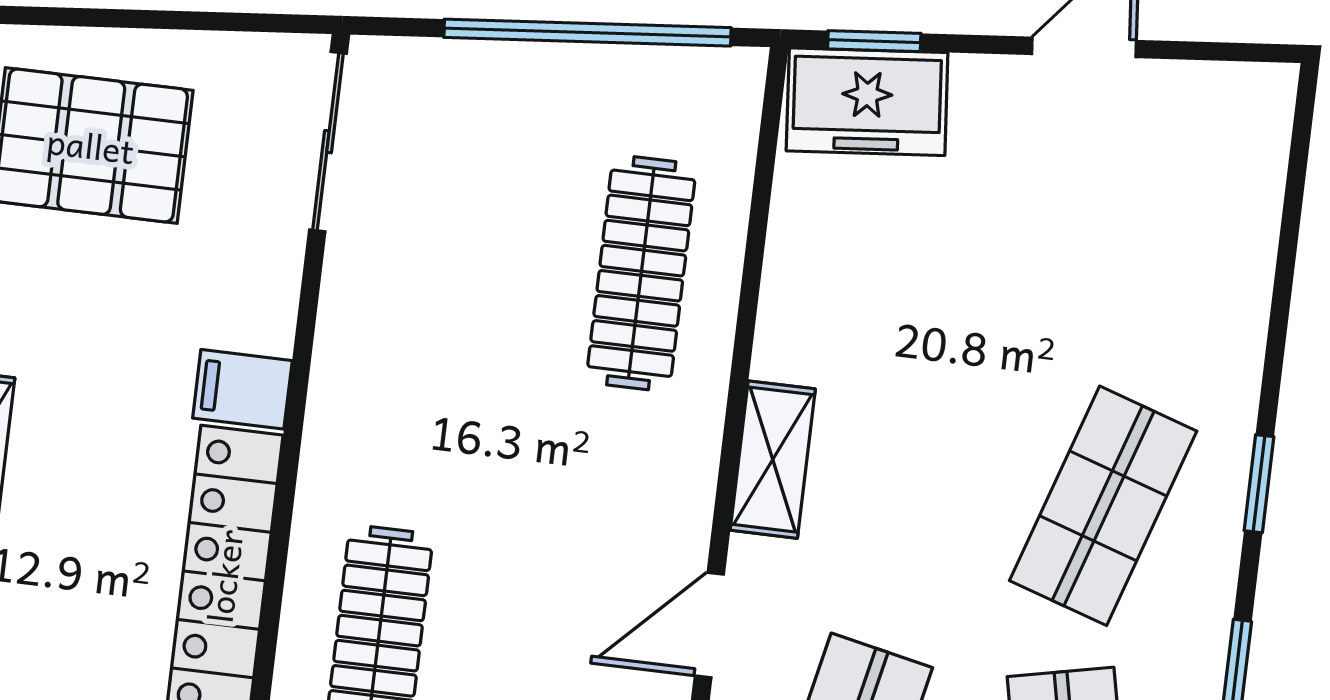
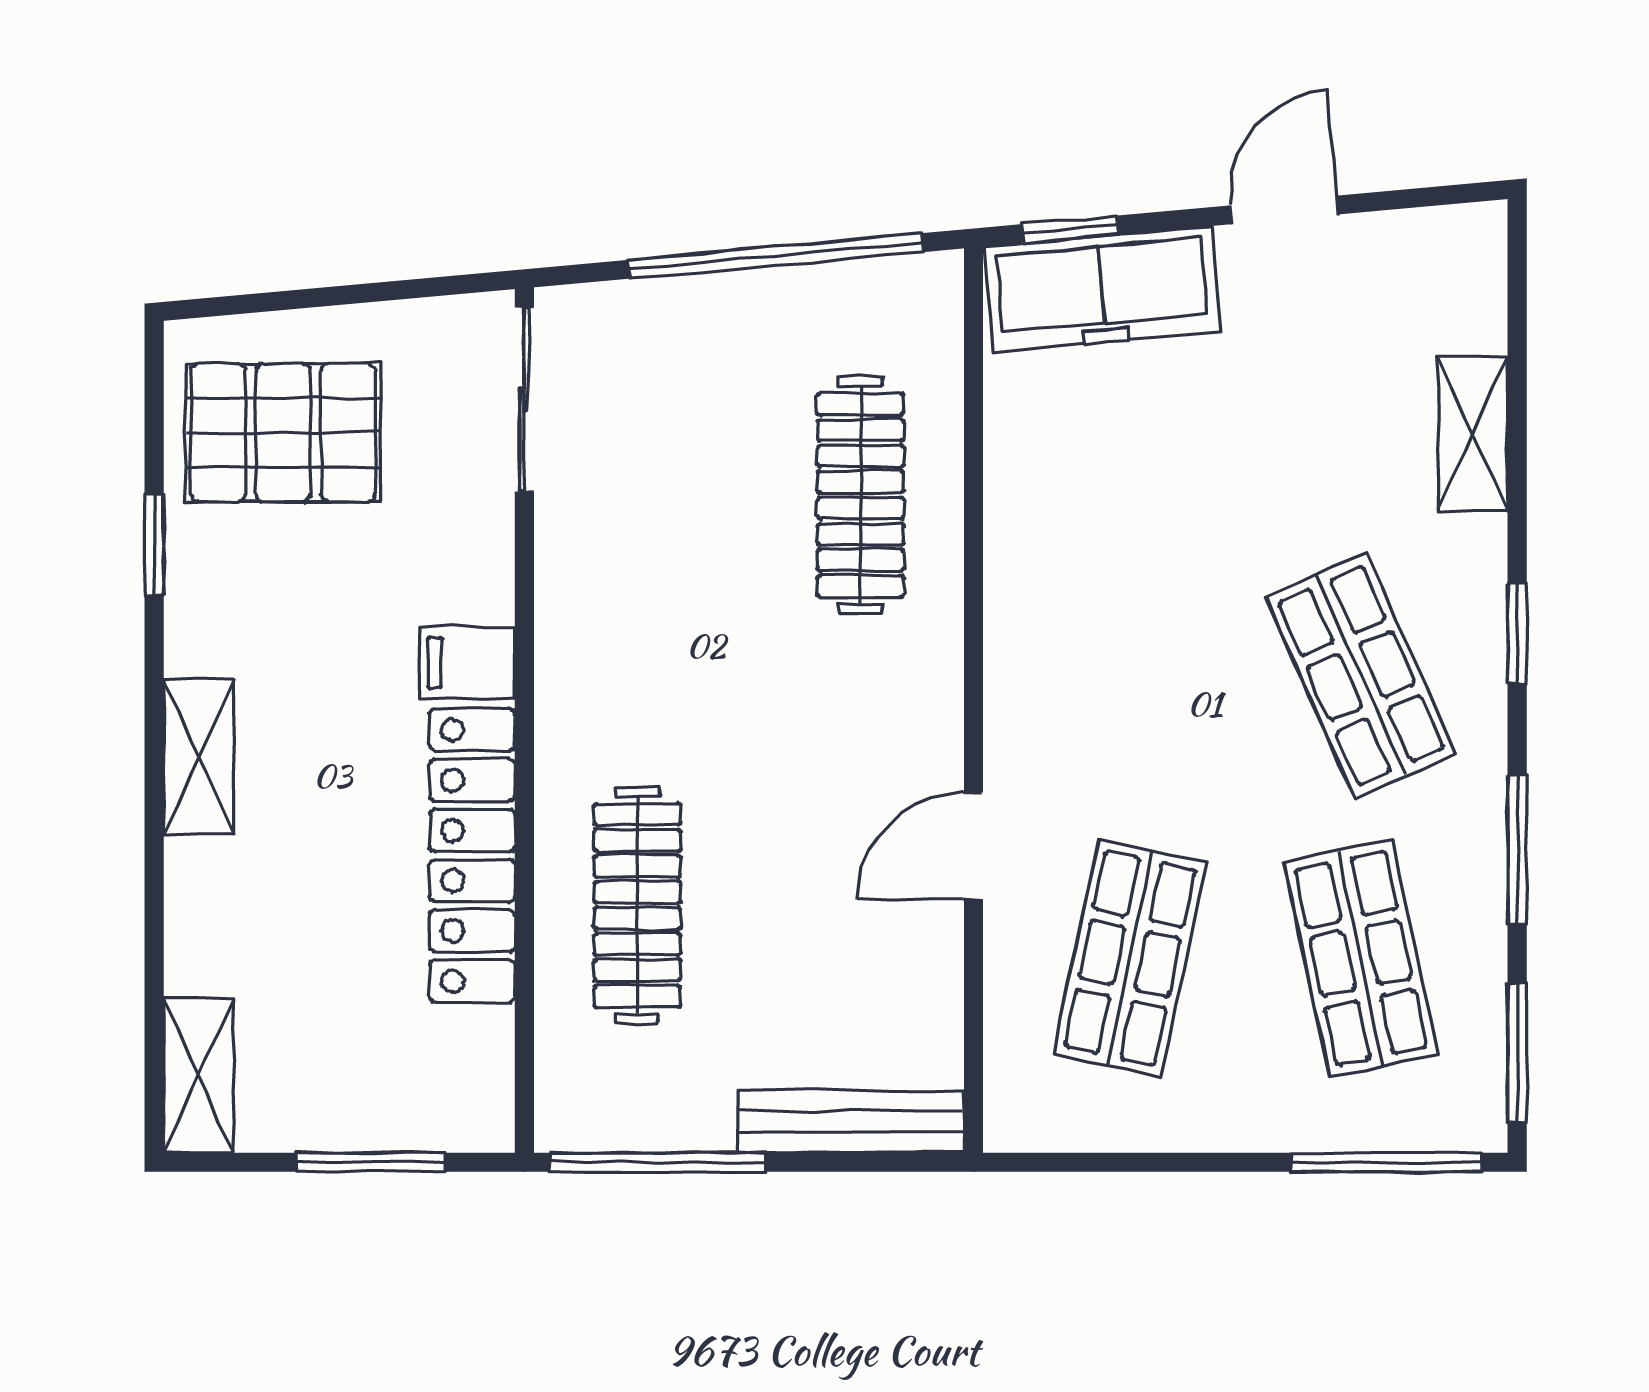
freezer: (867, 102) -> (1102, 289), width x1.40
shelving: (773, 460) -> (1473, 434), moved
shop shelf: (1103, 506) -> (1361, 676), turned -42

